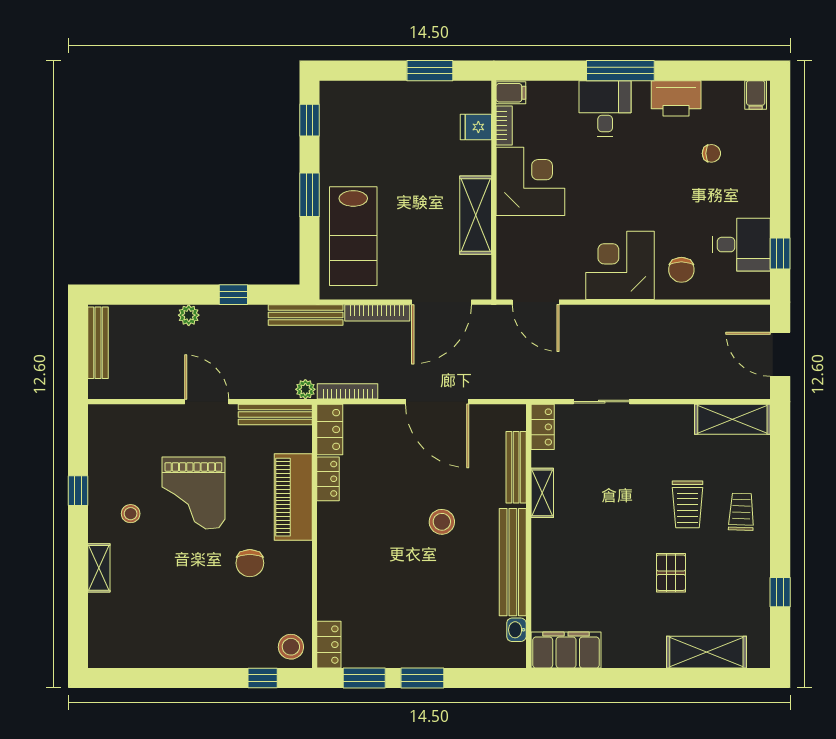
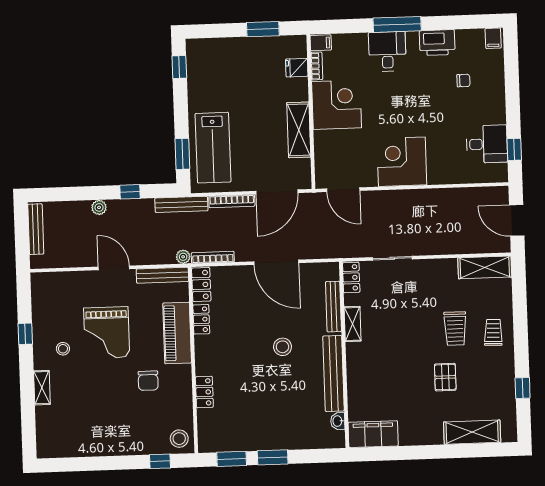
window: (310, 195) -> (182, 154), moved
chair: (681, 270) -> (445, 163), removed
locker: (329, 645) -> (204, 392), moved

